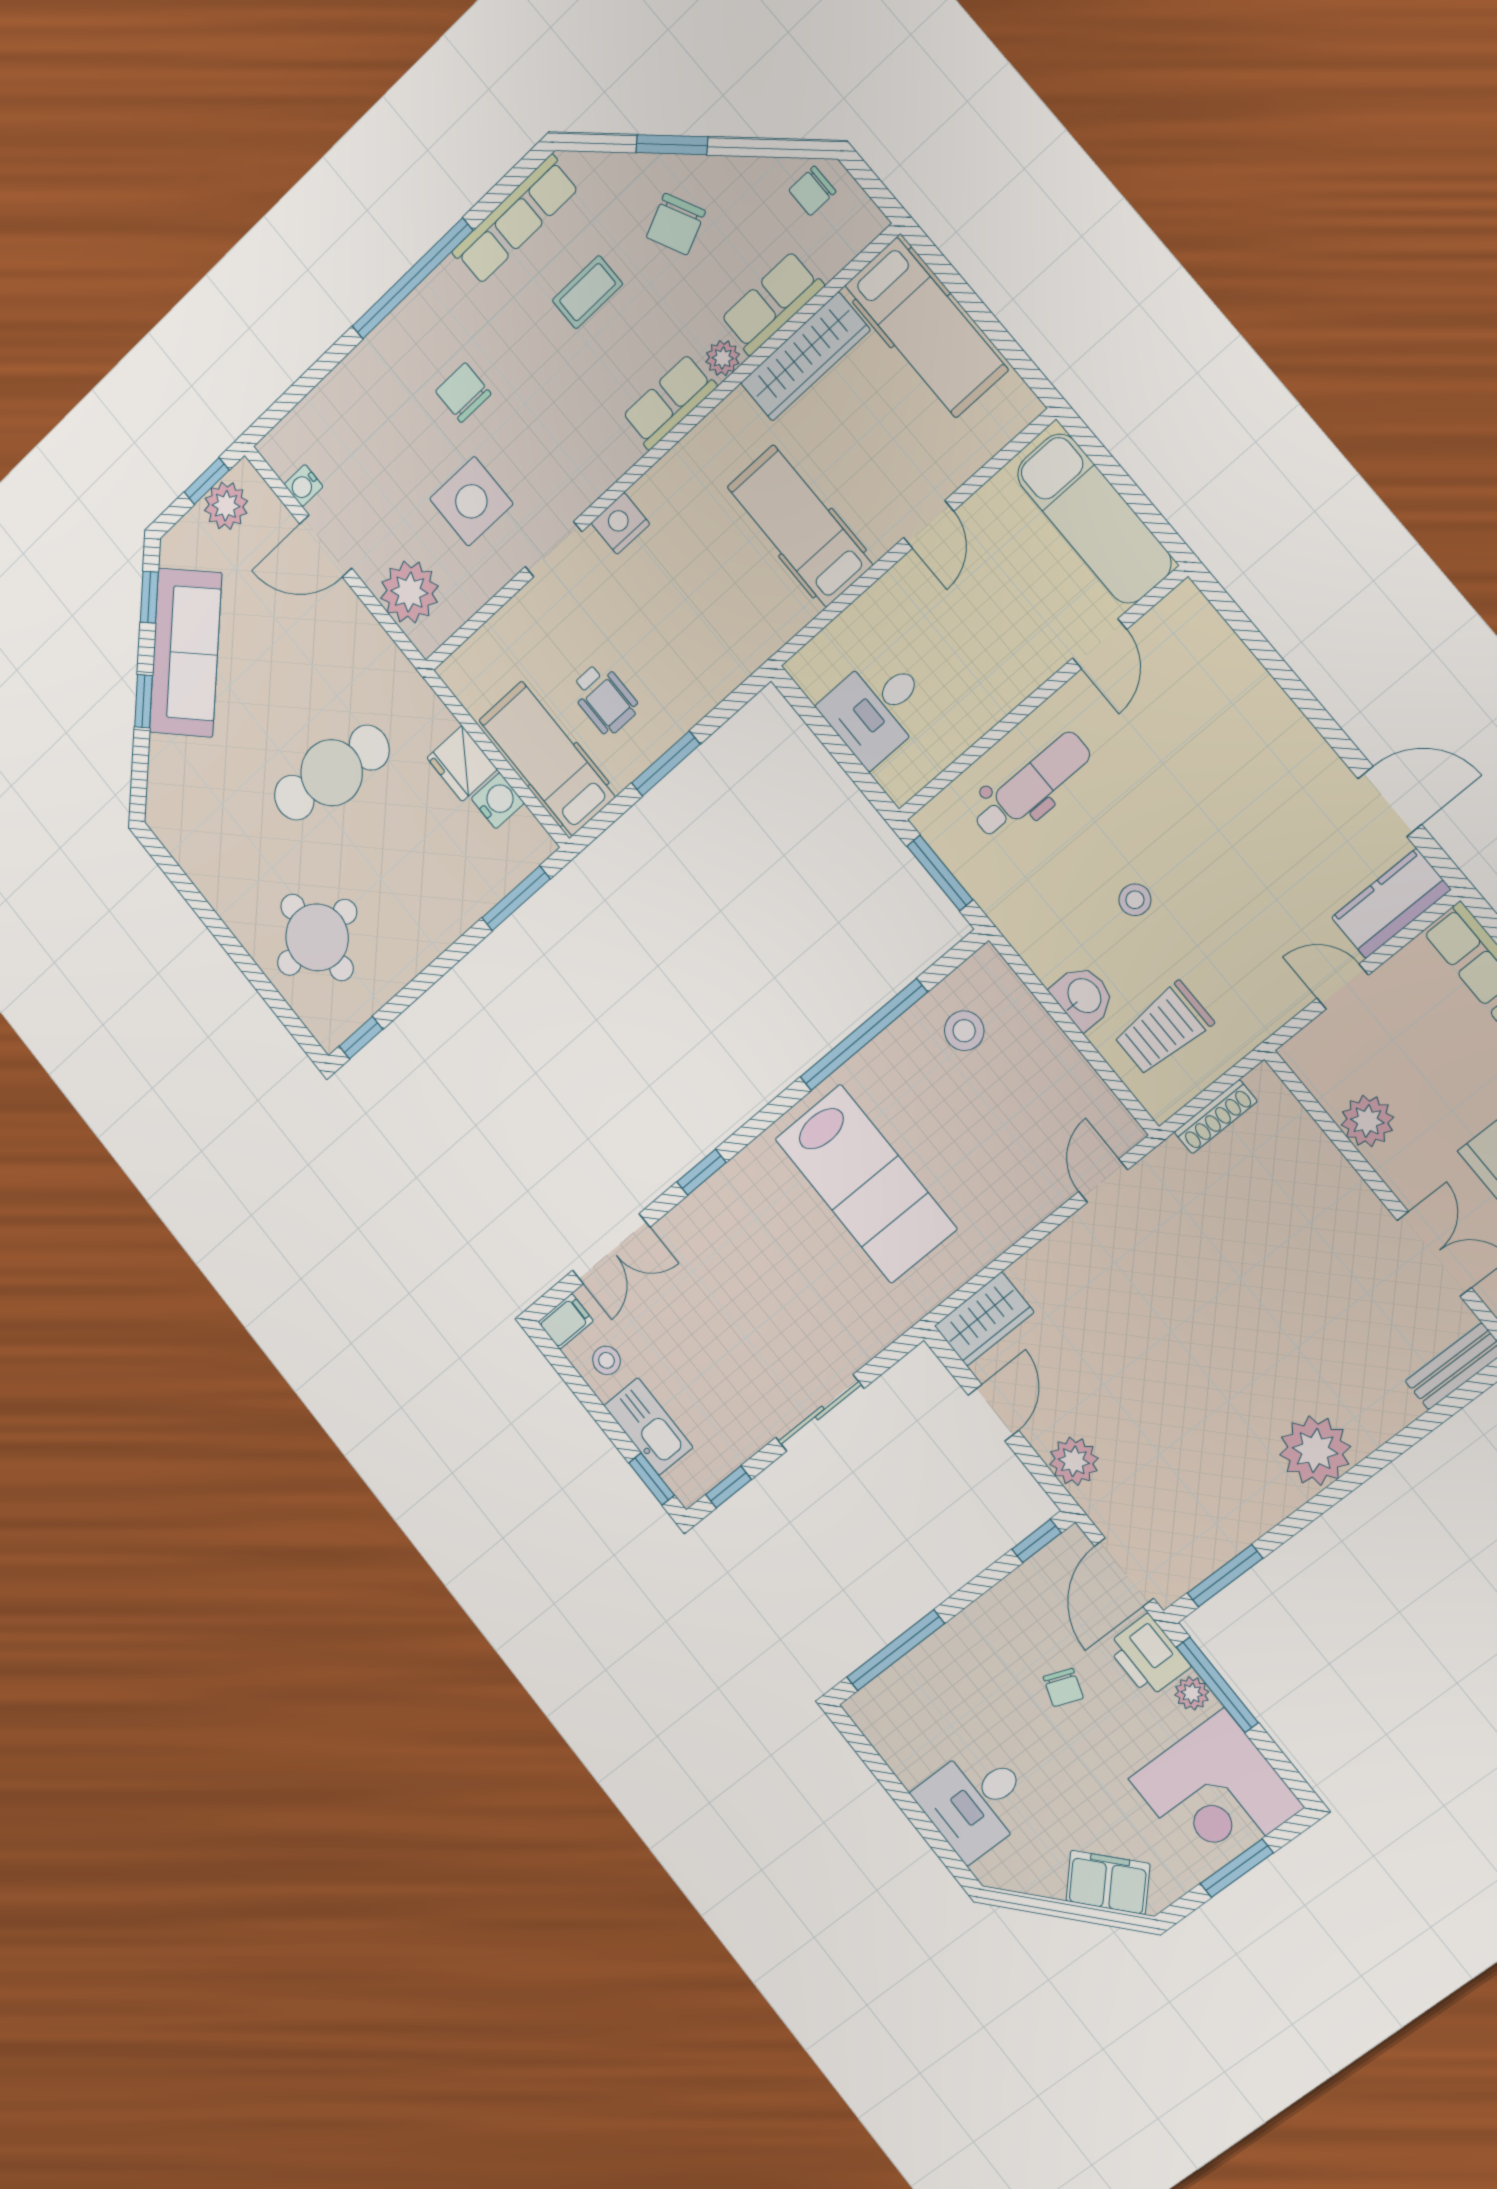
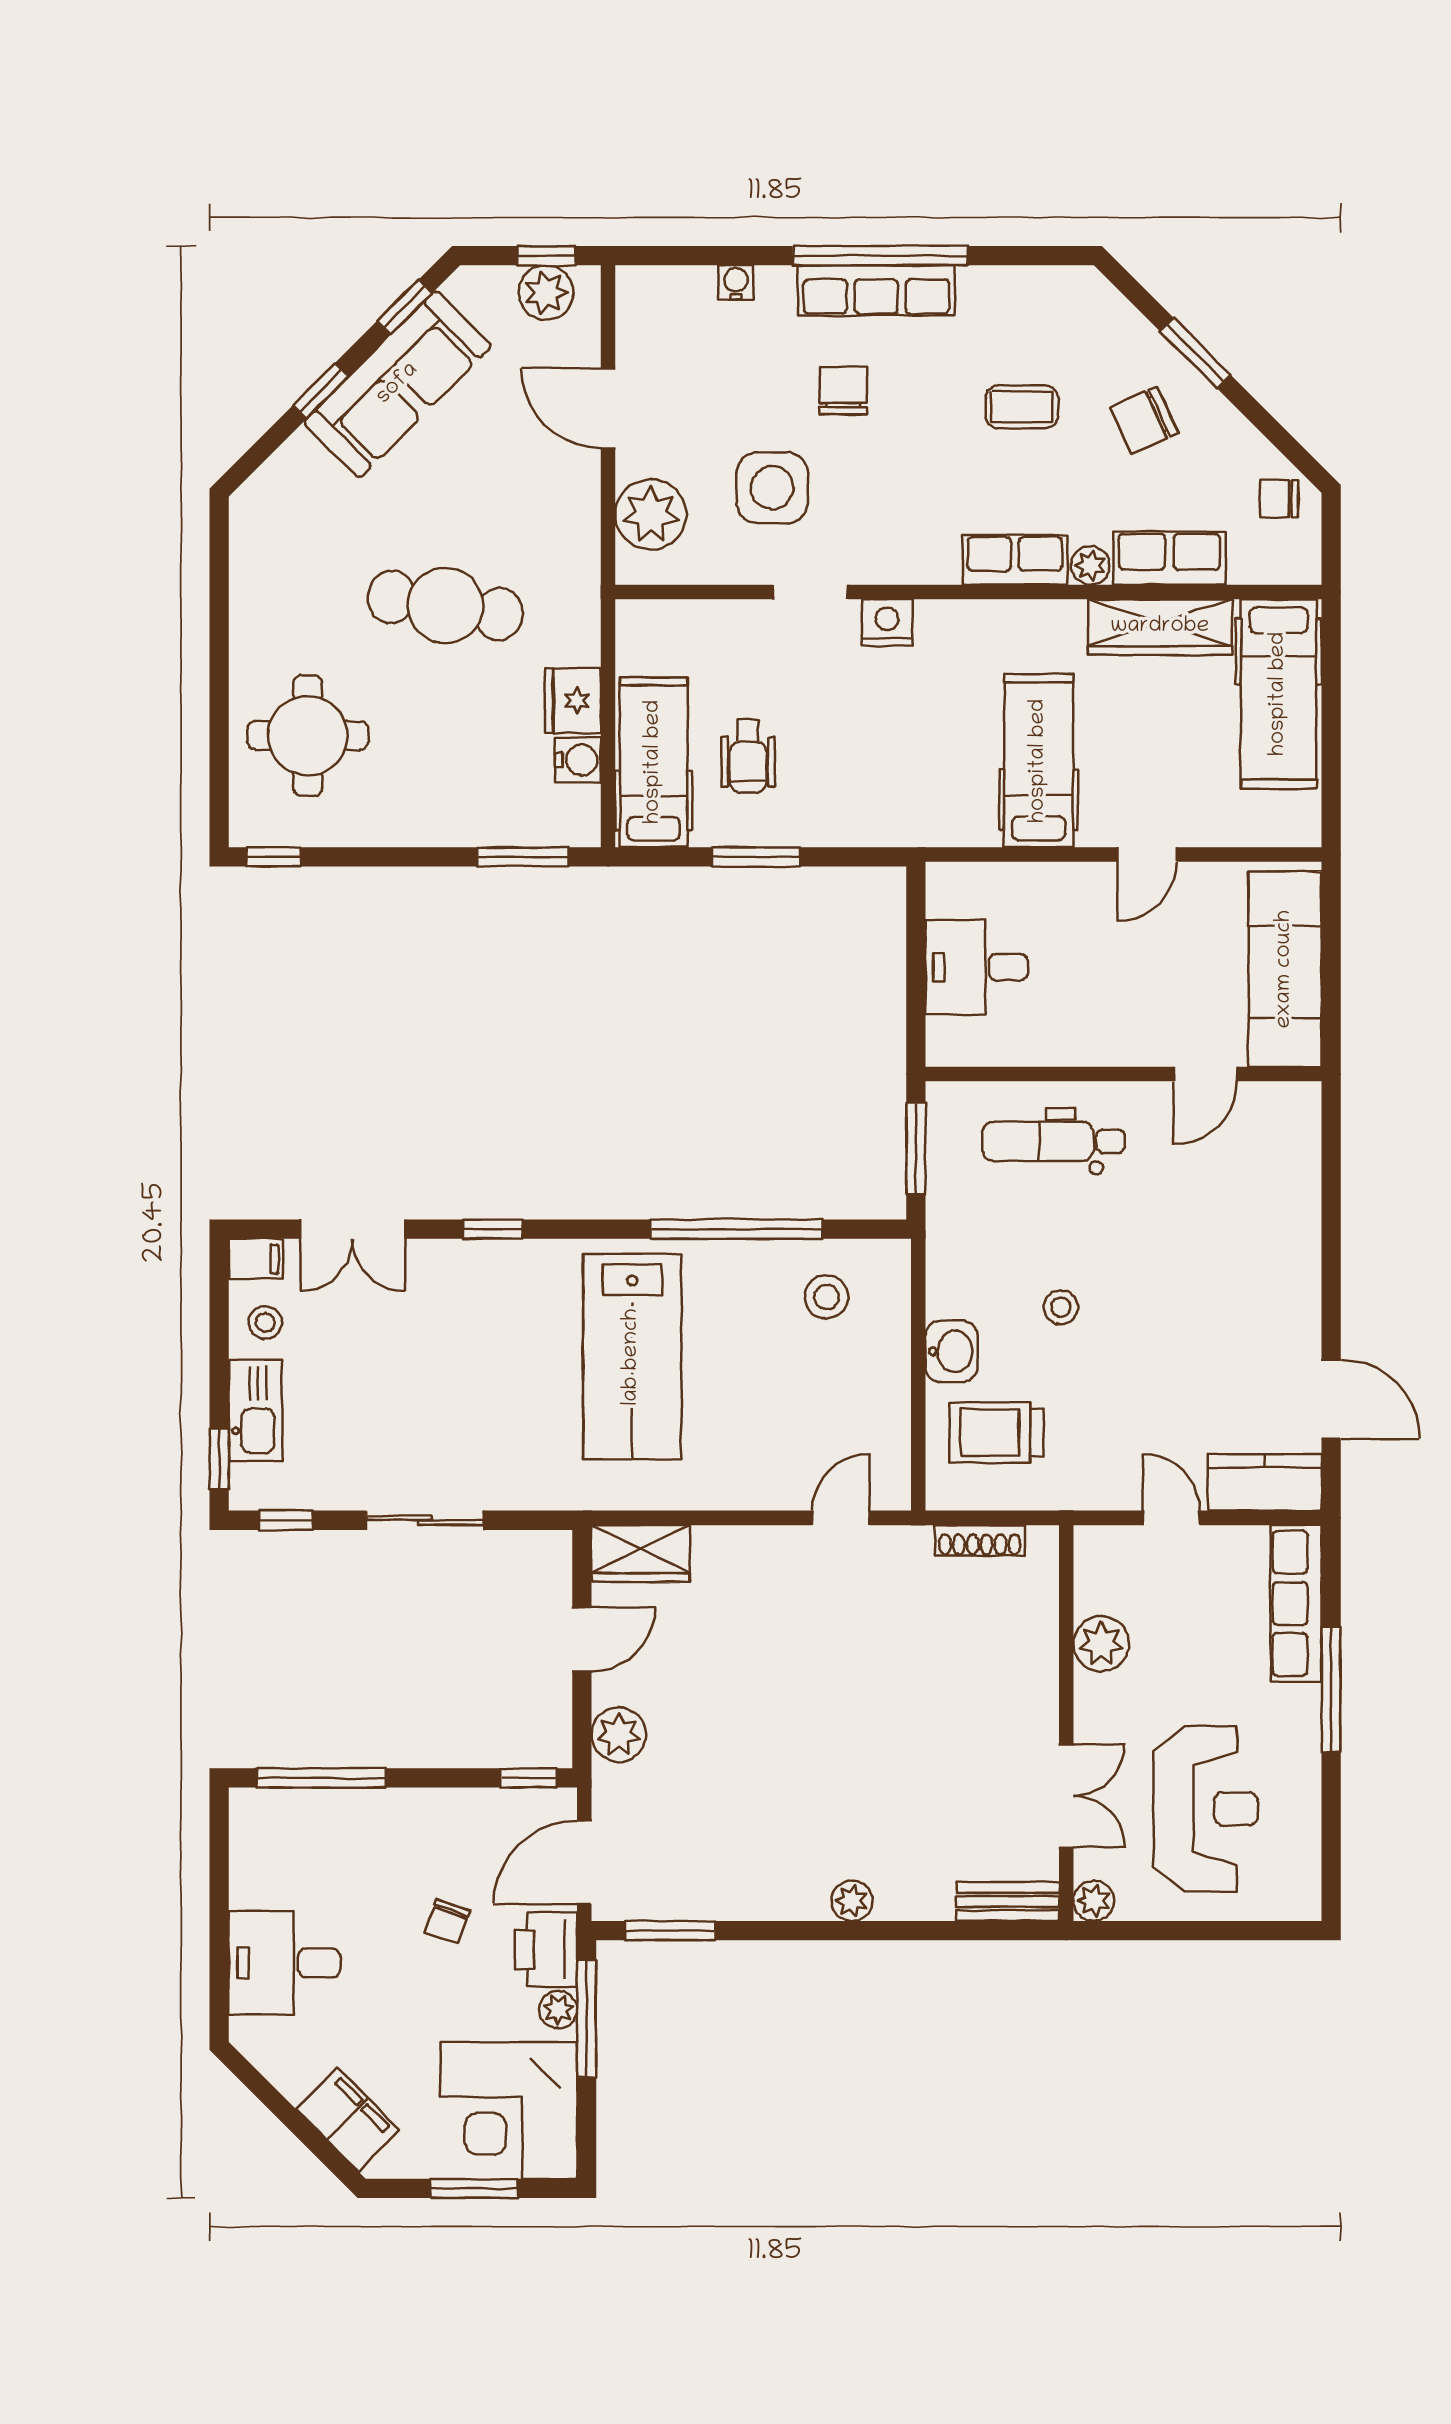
row of seats: (515, 220) -> (876, 290), moved
water cooler: (304, 485) -> (736, 282), moved, turned 90
dental chair: (1032, 785) -> (1053, 1141), turned 180
plant: (1315, 1451) -> (852, 1901), width x0.53, depth x0.53

